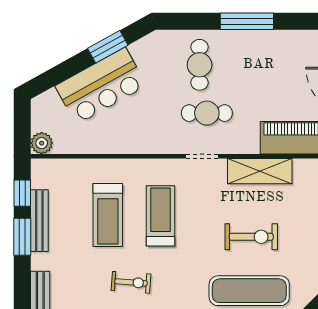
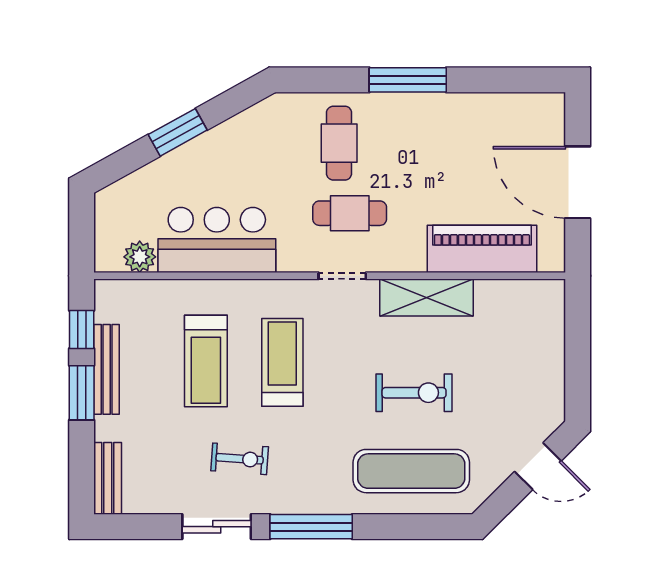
window: (108, 47) -> (178, 132), moved
bar counter: (101, 86) -> (217, 240), moved, turned -151
plant: (42, 143) -> (140, 257), moved

